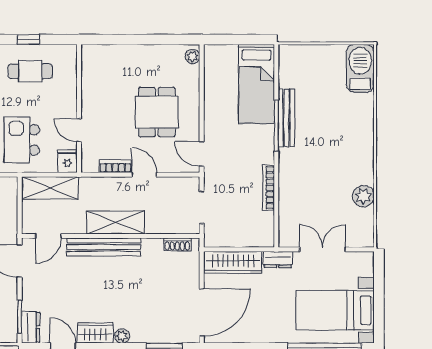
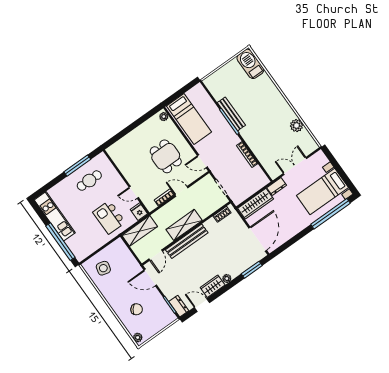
window: (28, 40) -> (77, 166), width x2.17
bed: (257, 84) -> (189, 119), moved

